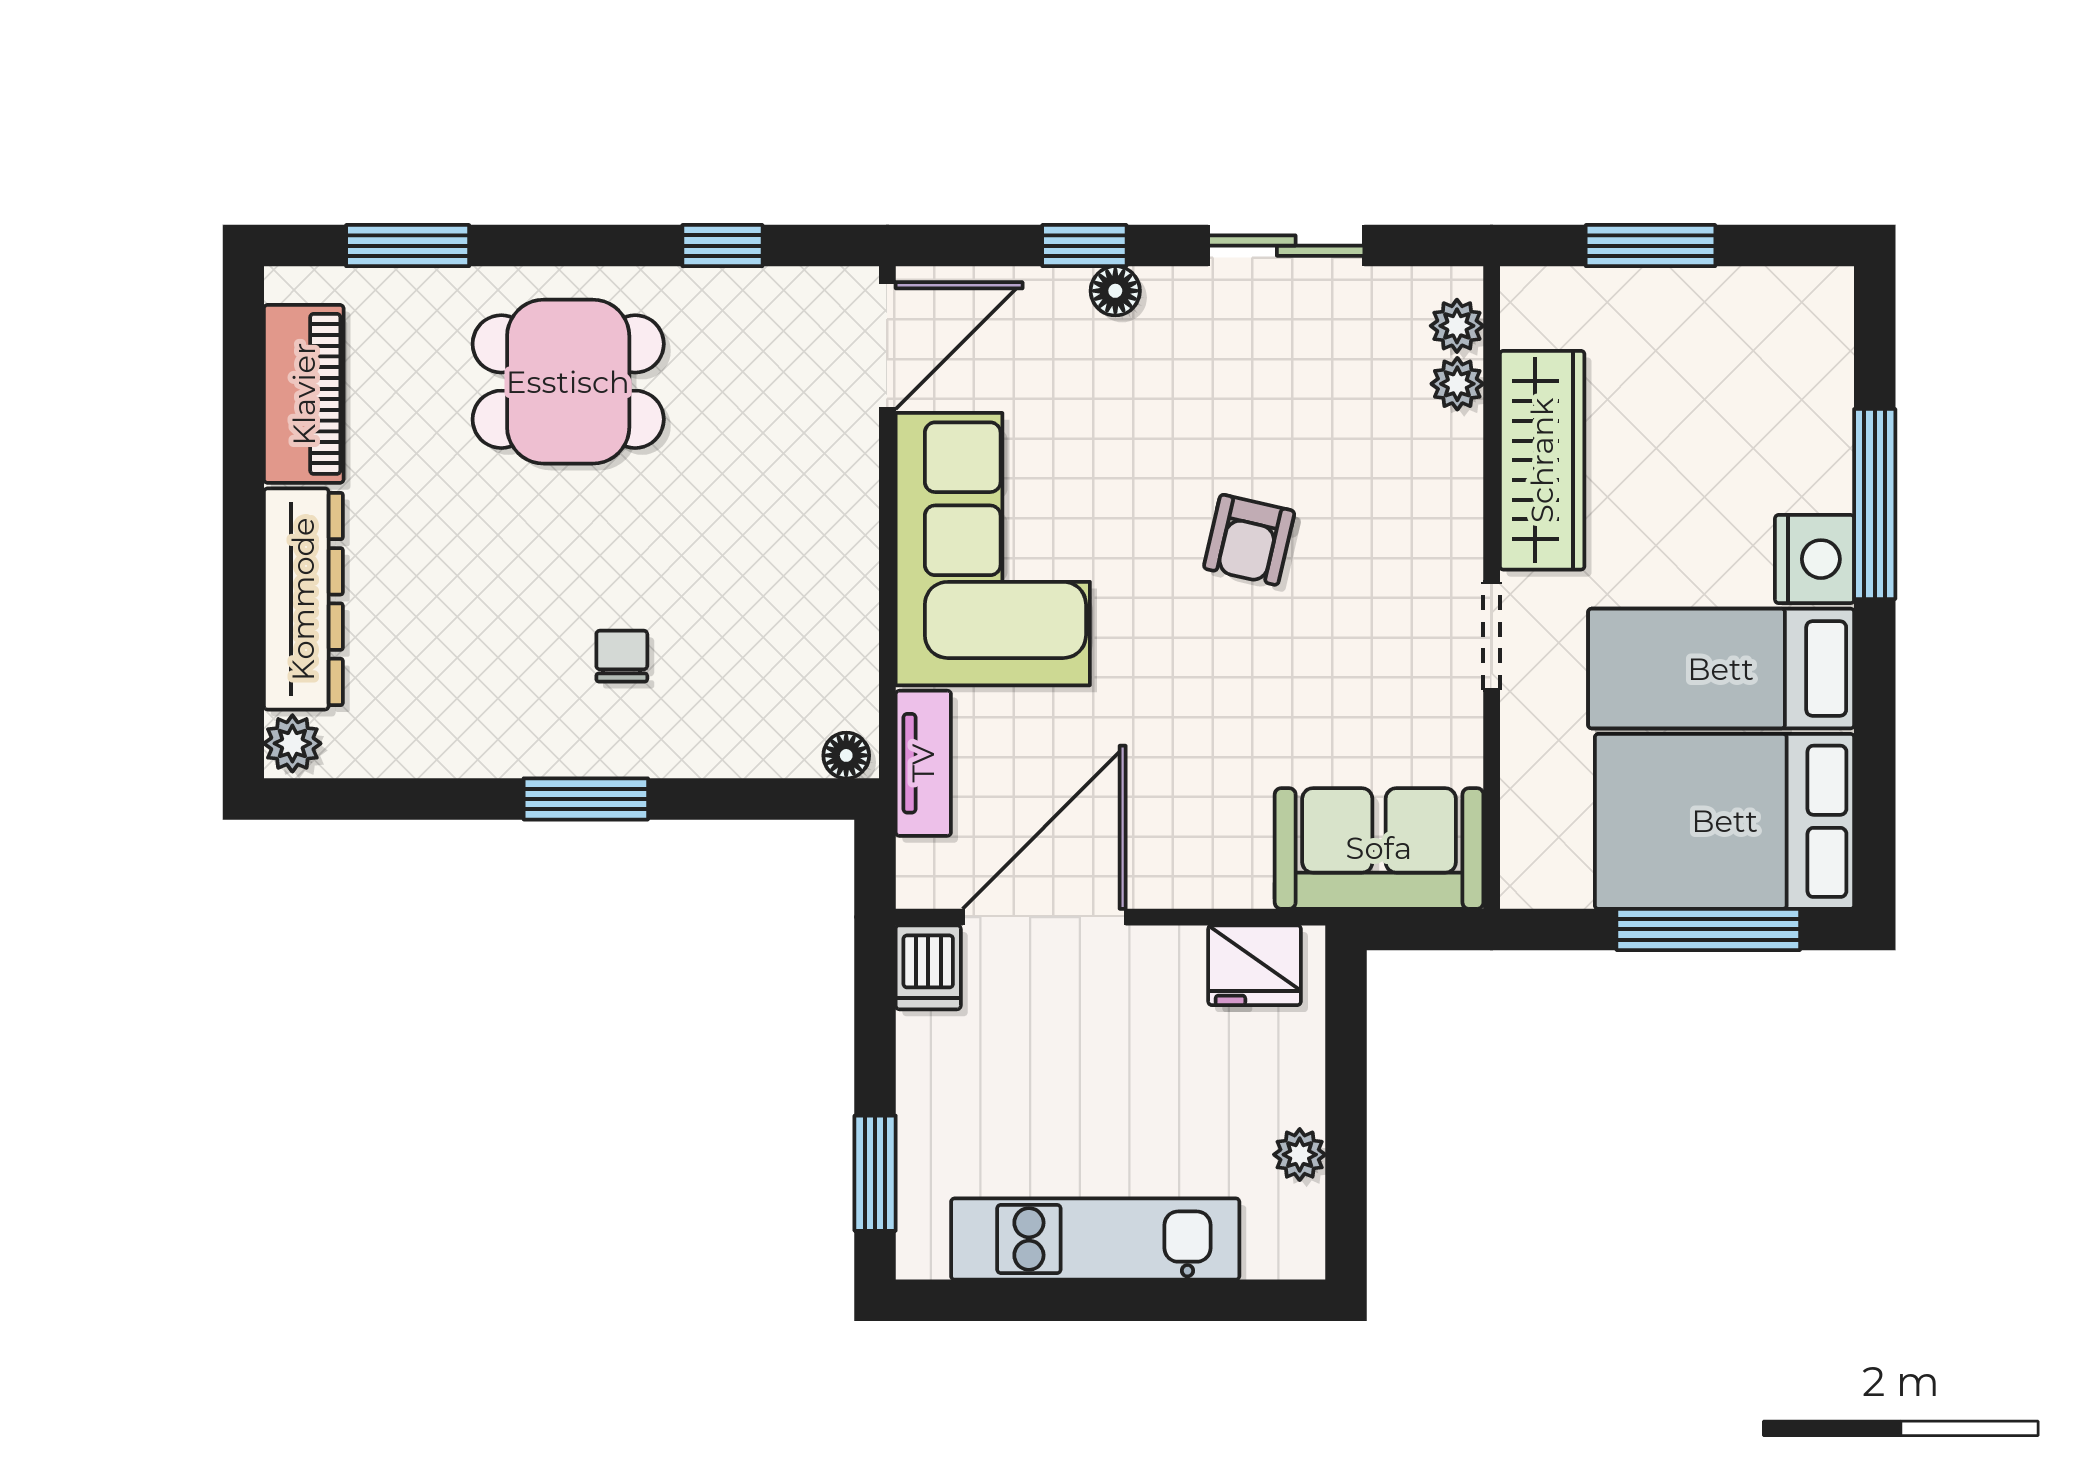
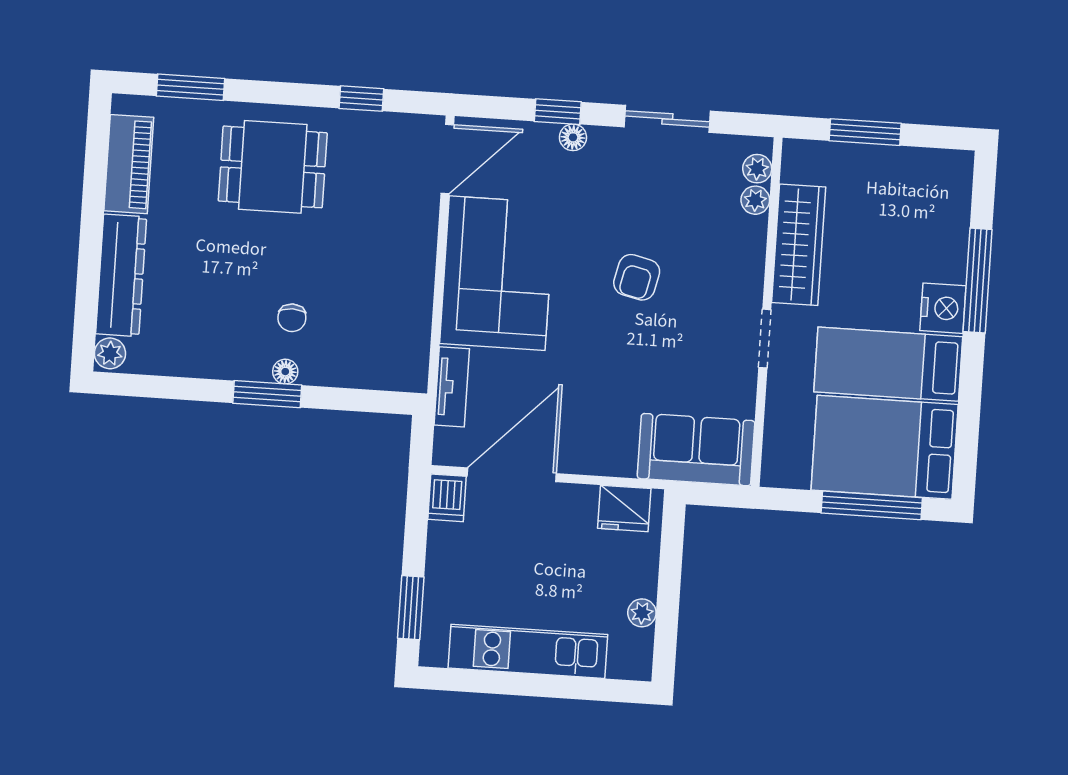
chair: (622, 656) -> (292, 318), turned 180
floor lamp: (846, 755) -> (285, 372), moved

